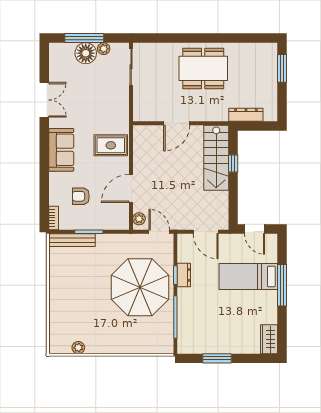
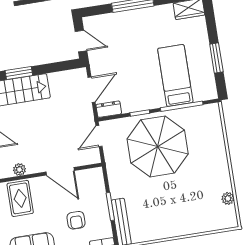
window: (233, 164) -> (19, 73), width x1.50
plant: (139, 219) -> (19, 170), moved
door: (255, 229) -> (81, 41), hinge flipped
dresser: (184, 275) -> (109, 109), moved
bed: (248, 276) -> (175, 75), moved, turned 180

